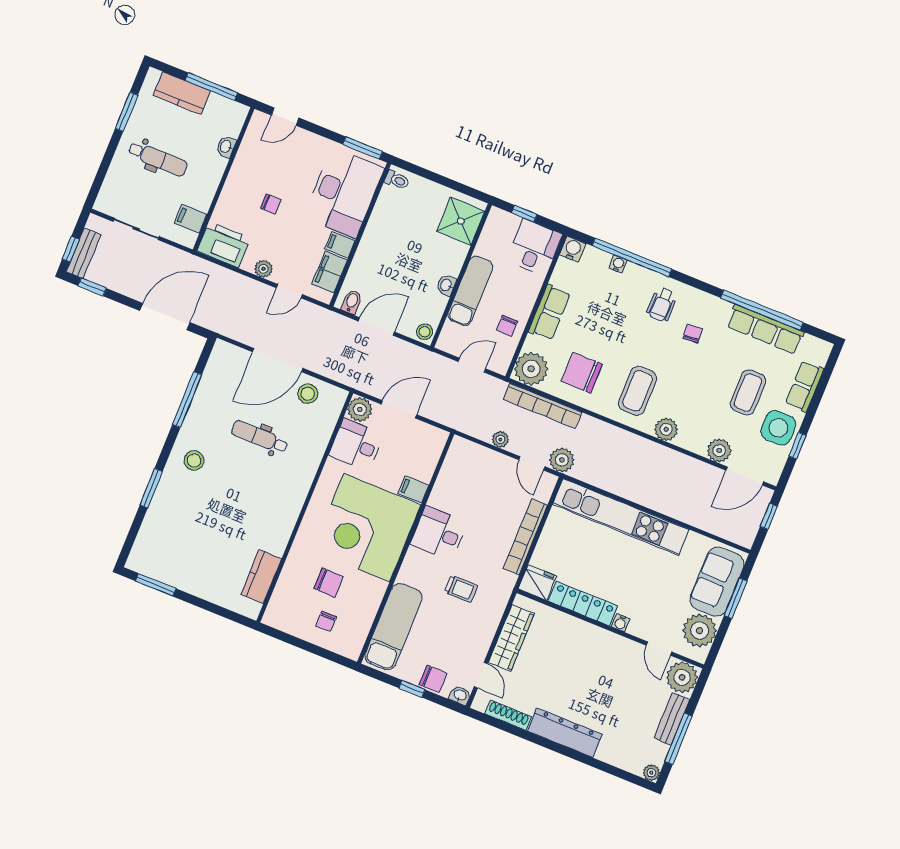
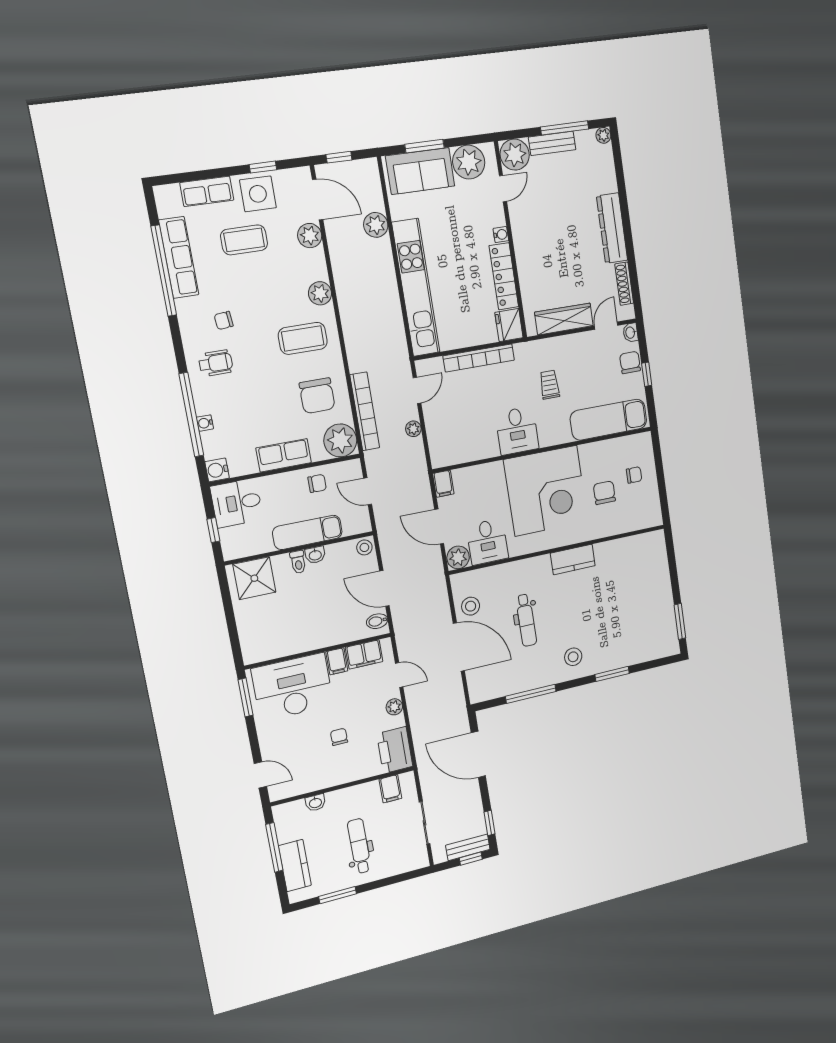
toilet: (397, 180) -> (298, 562), moved, turned 180
plant: (562, 460) -> (376, 225), moved
filing cabinet: (413, 489) -> (443, 484), moved
kitchen counter: (261, 576) -> (573, 559), moved

